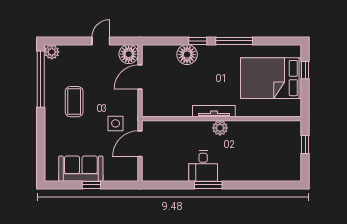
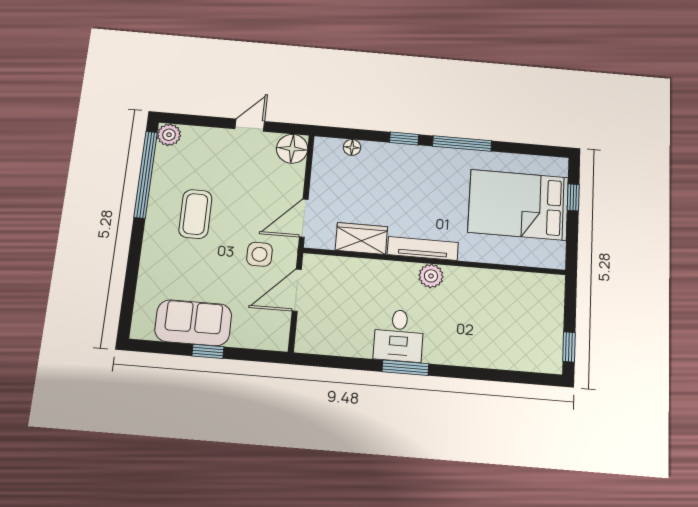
floor lamp: (187, 55) -> (352, 147), moved, width x0.53, depth x0.53
door: (140, 77) -> (304, 218), moved
wardrobe: (176, 108) -> (361, 238), added
window: (305, 145) -> (569, 347), moved

